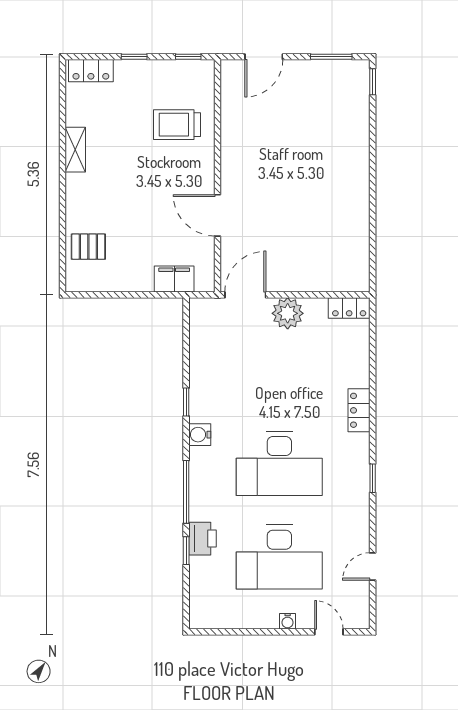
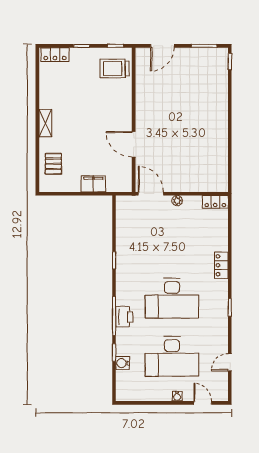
trolley: (177, 125) -> (115, 68), moved
shelving: (75, 150) -> (45, 123), moved
pallet: (88, 247) -> (53, 164), turned 90
filing cabinet: (174, 279) -> (93, 184), moved
door: (245, 295) -> (151, 194), hinge flipped
plant: (288, 313) -> (177, 201), width x0.53, depth x0.53
water cooler: (200, 435) -> (123, 363), moved
printer: (202, 539) -> (124, 317), moved

